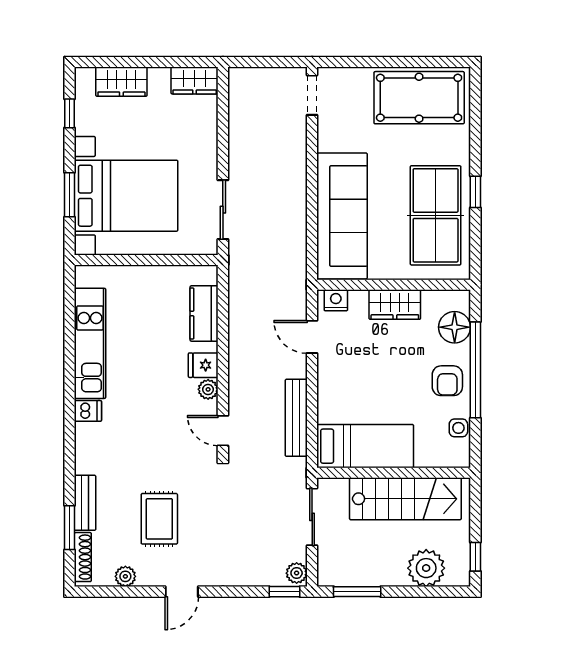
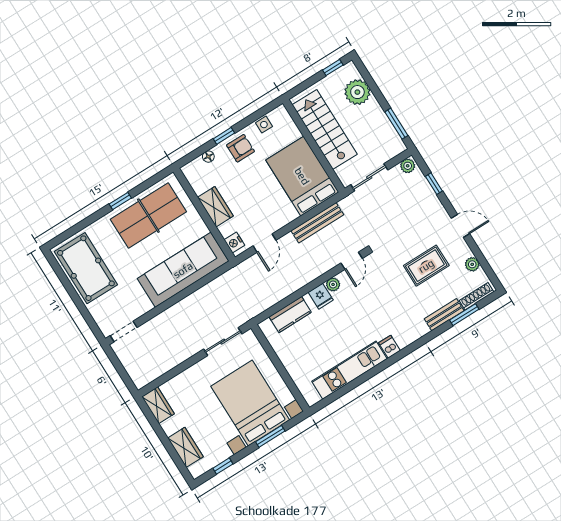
floor lamp: (455, 327) -> (208, 157), width x0.53, depth x0.53
window: (475, 370) -> (224, 136), width x0.32
bed: (365, 446) -> (302, 176), width x1.50
window: (285, 592) -> (434, 184), moved

